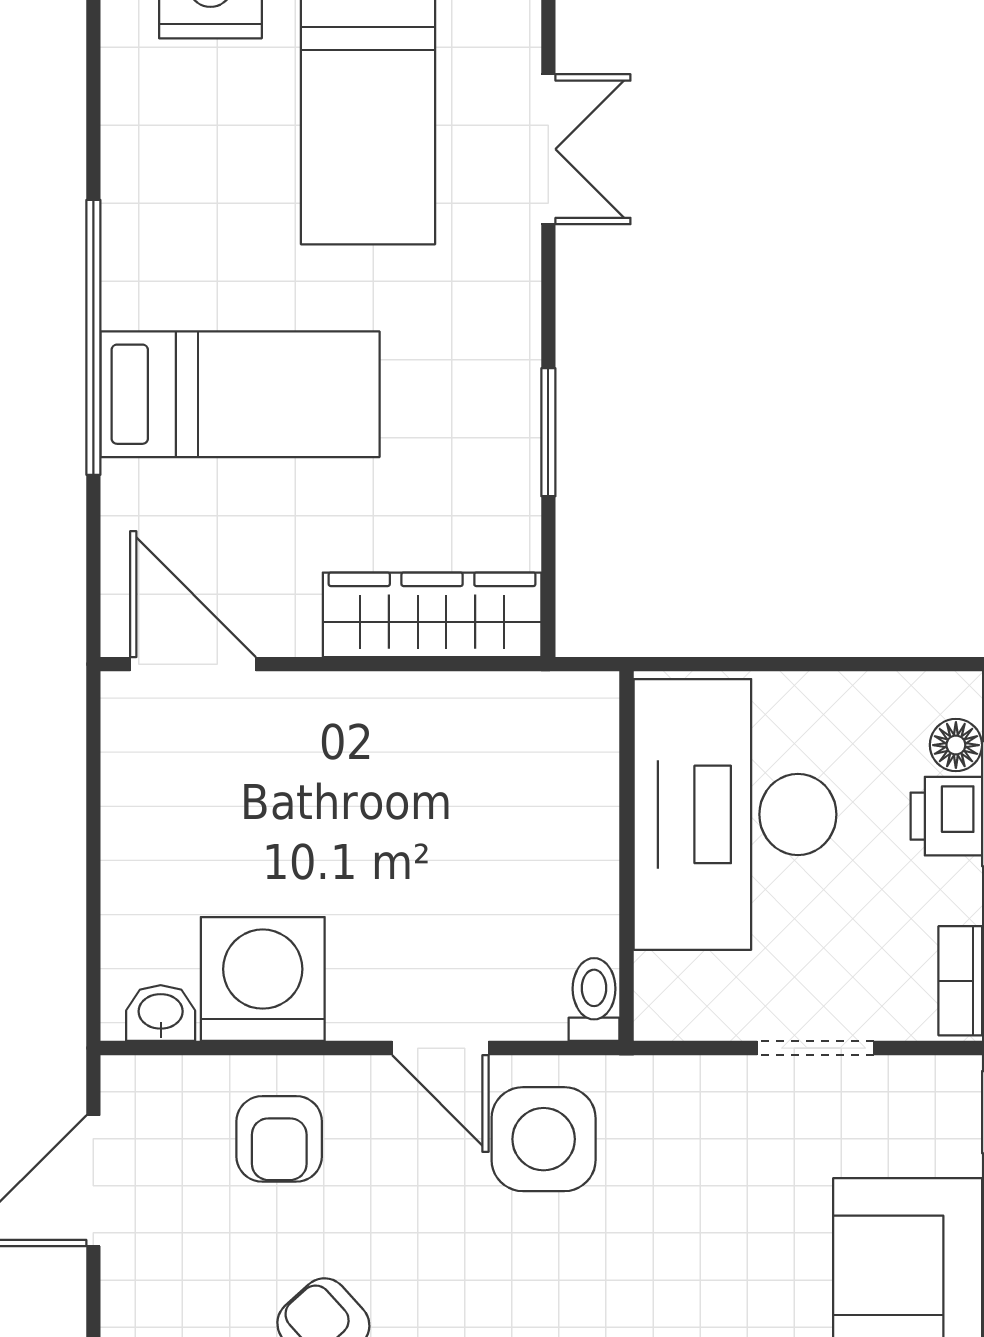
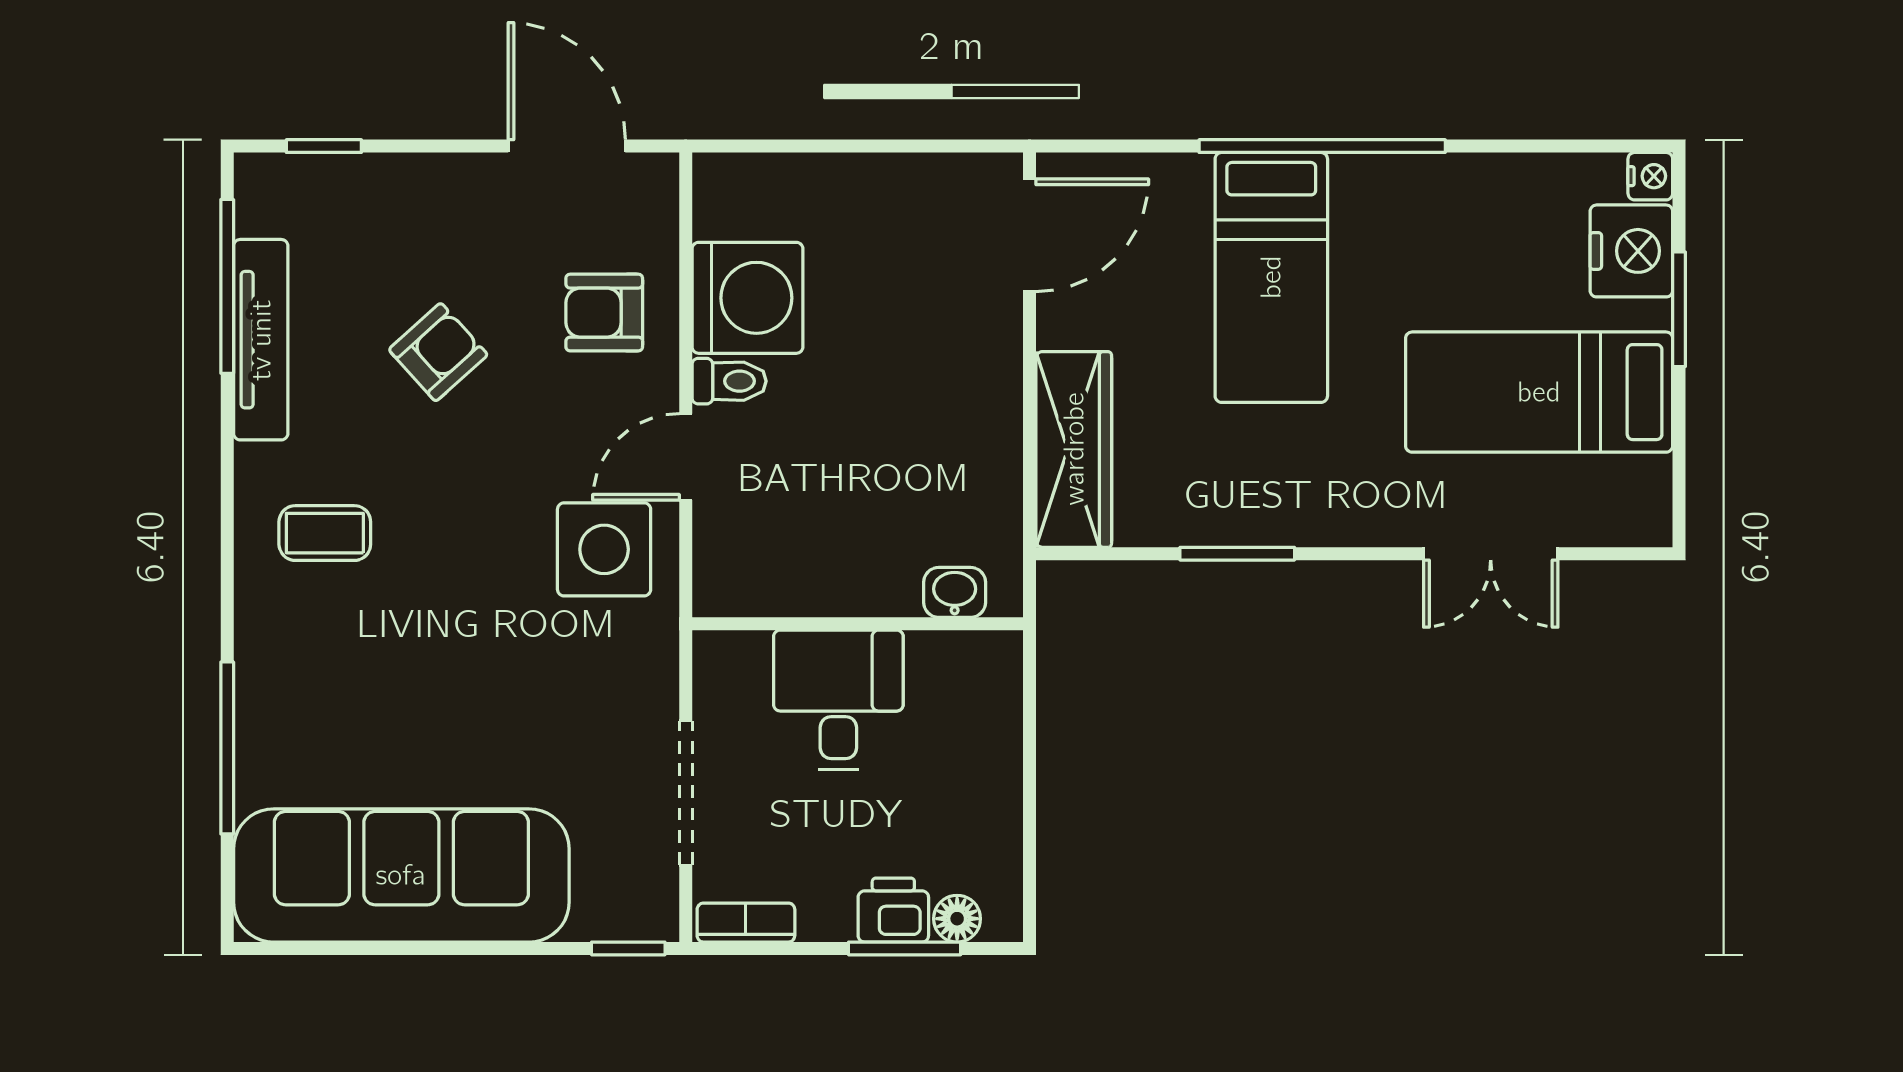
desk: (735, 814) -> (838, 700), width x0.53, depth x0.77
toilet: (594, 1000) -> (729, 381), moved
washbasin: (161, 1013) -> (955, 592), moved, turned -90
doorway: (816, 1048) -> (686, 793), width x1.38

